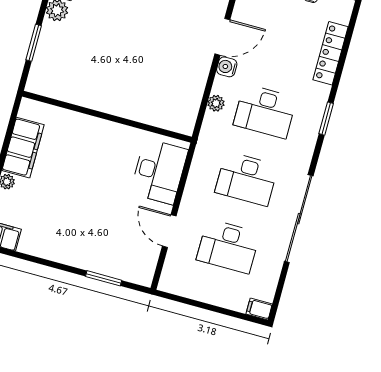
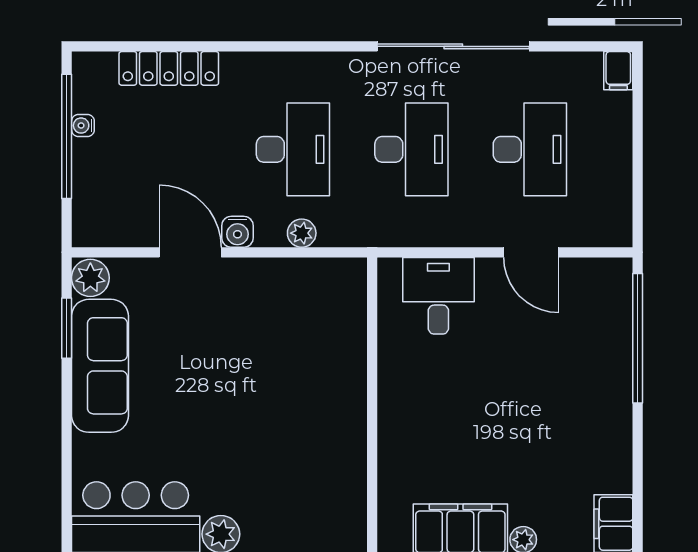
window: (326, 119) -> (278, 46), removed
desk: (159, 171) -> (438, 296), width x0.73
door: (169, 231) -> (531, 252), hinge flipped
window: (104, 278) -> (638, 338), width x2.11

